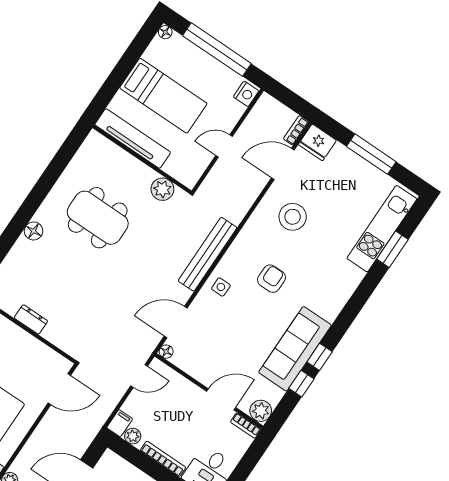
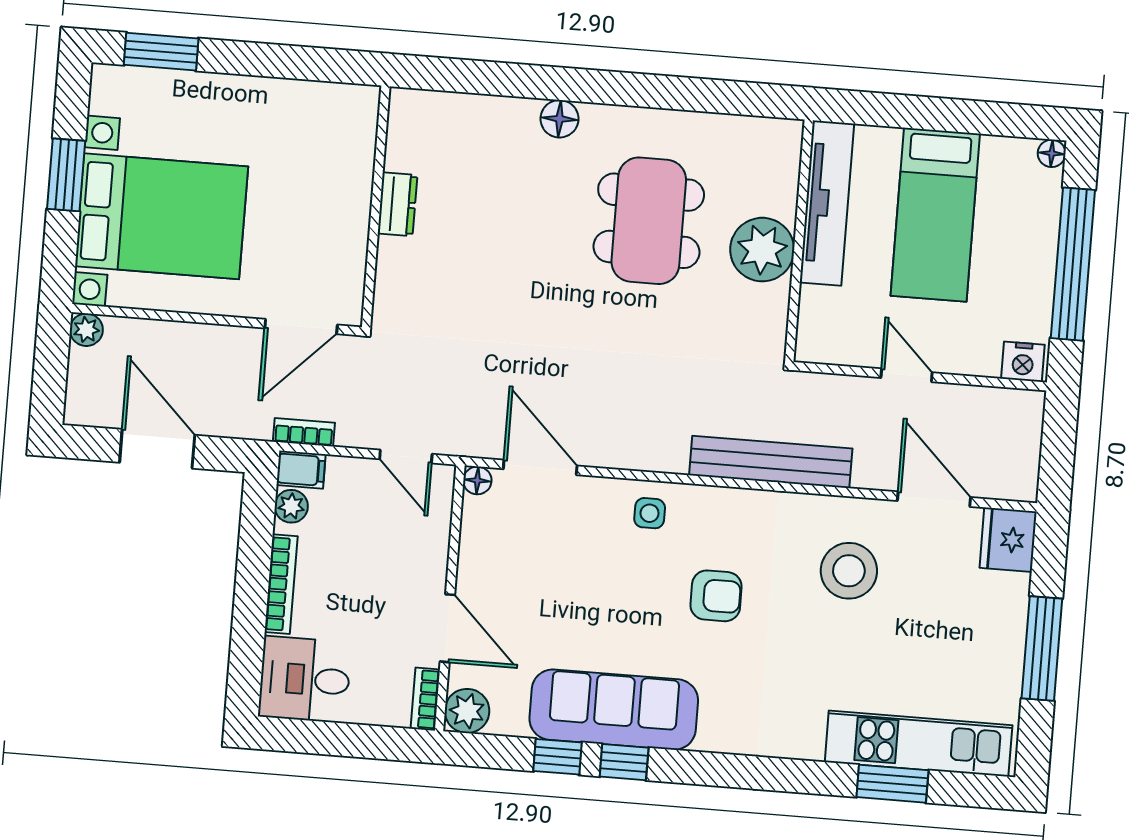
bookcase: (296, 130) -> (304, 432), moved
plant: (162, 189) -> (762, 250), moved, width x1.36, depth x1.36
bench: (208, 254) -> (771, 462), moved
door: (59, 389) -> (301, 326), hinge flipped

